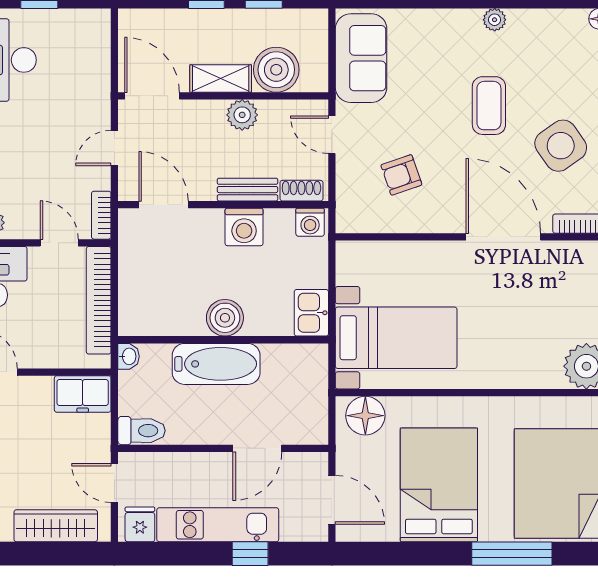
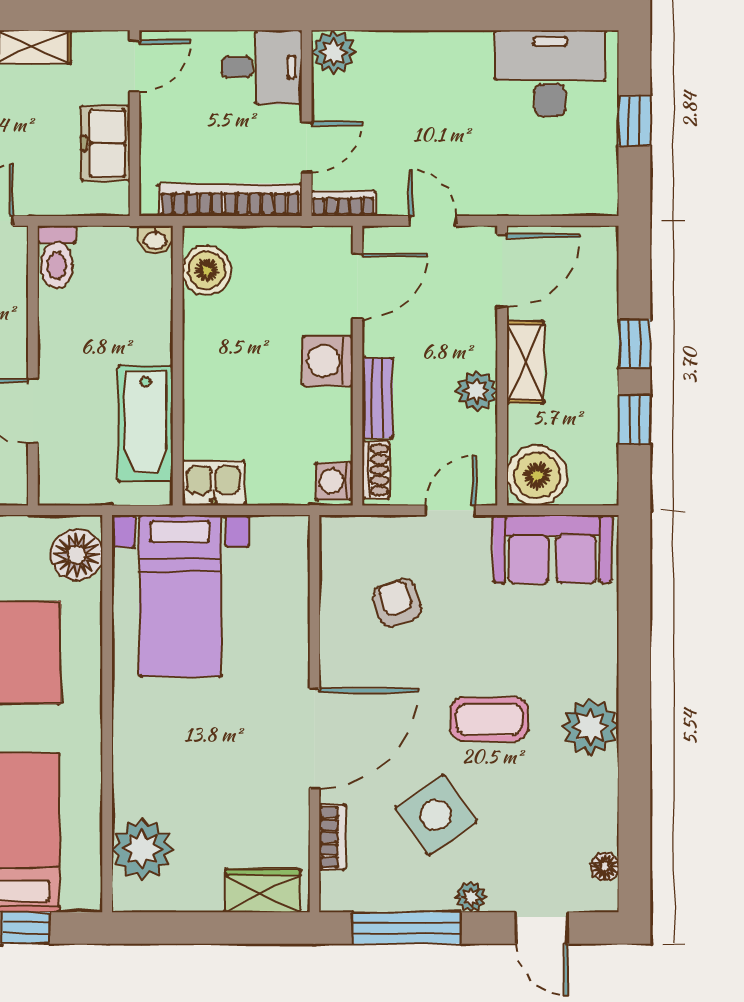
plant: (495, 20) -> (590, 727), width x1.88, depth x1.88
boiler: (276, 70) -> (537, 475), moved
washing machine: (244, 227) -> (328, 361), moved
boiler: (225, 318) -> (207, 270), moved
bathtub: (216, 364) -> (145, 424), moved
freezer: (83, 394) -> (105, 143), moved

